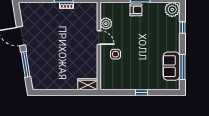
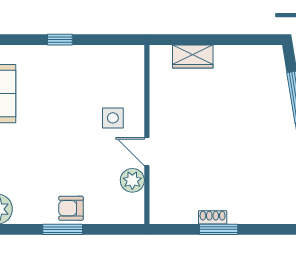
wardrobe: (88, 84) -> (193, 57), moved

